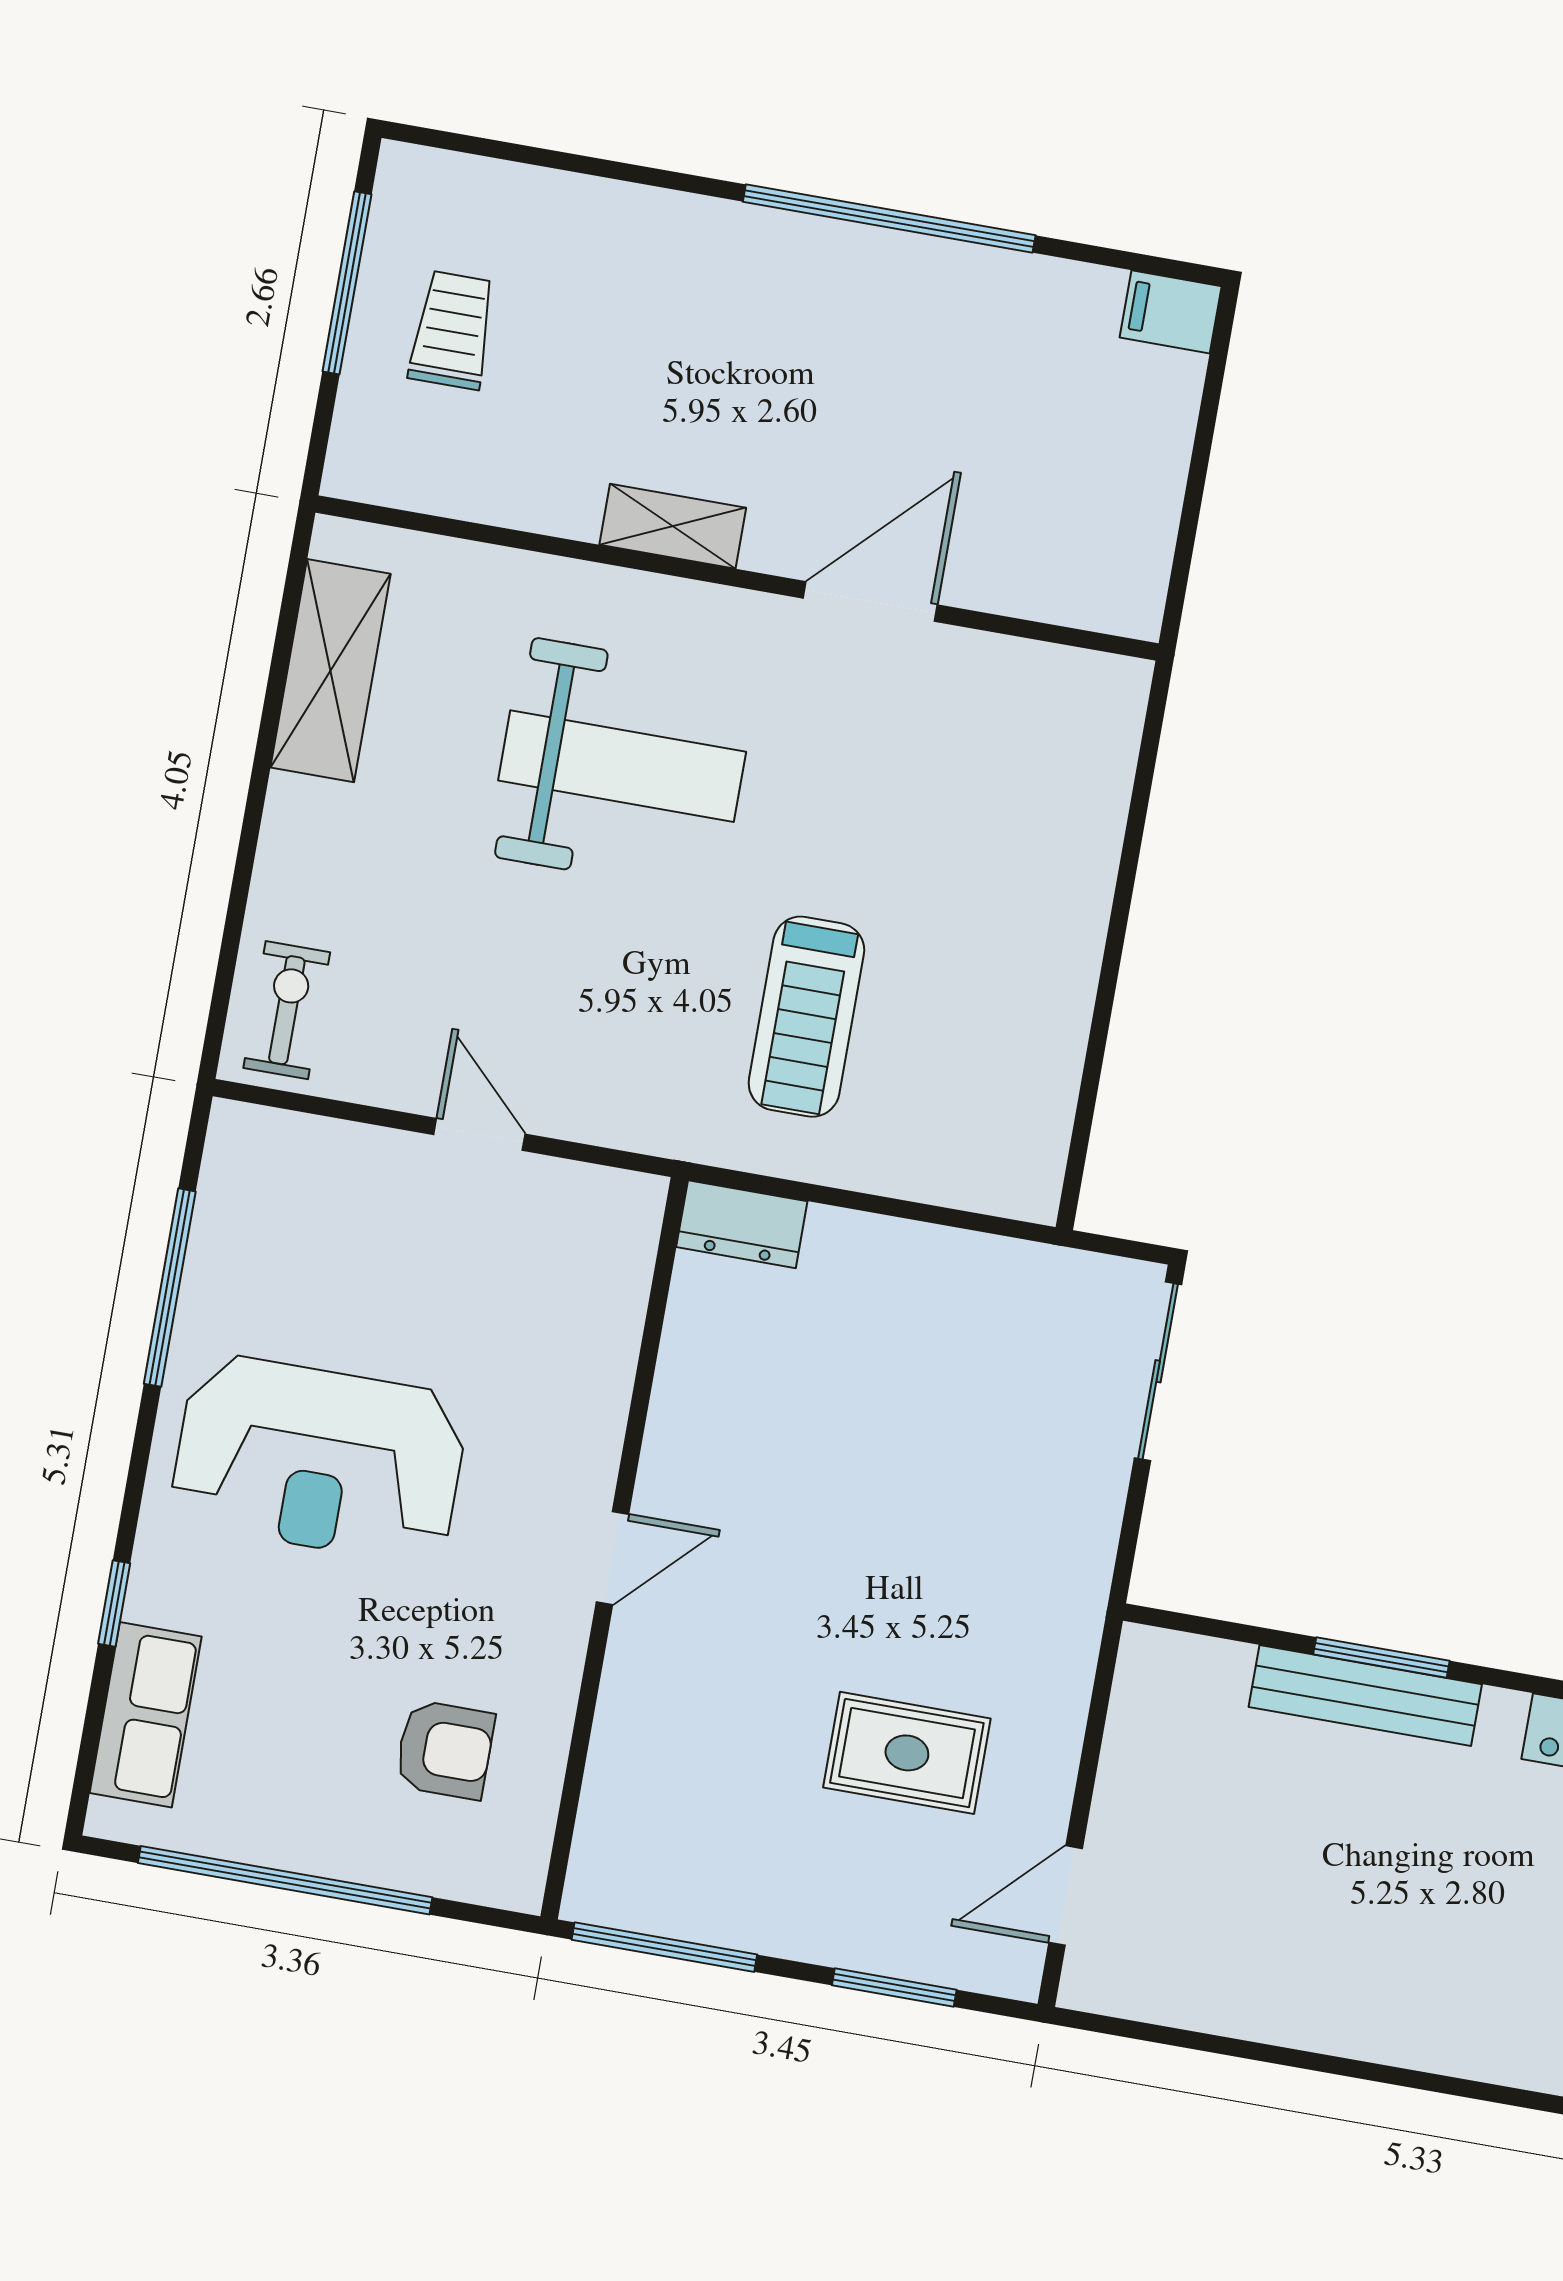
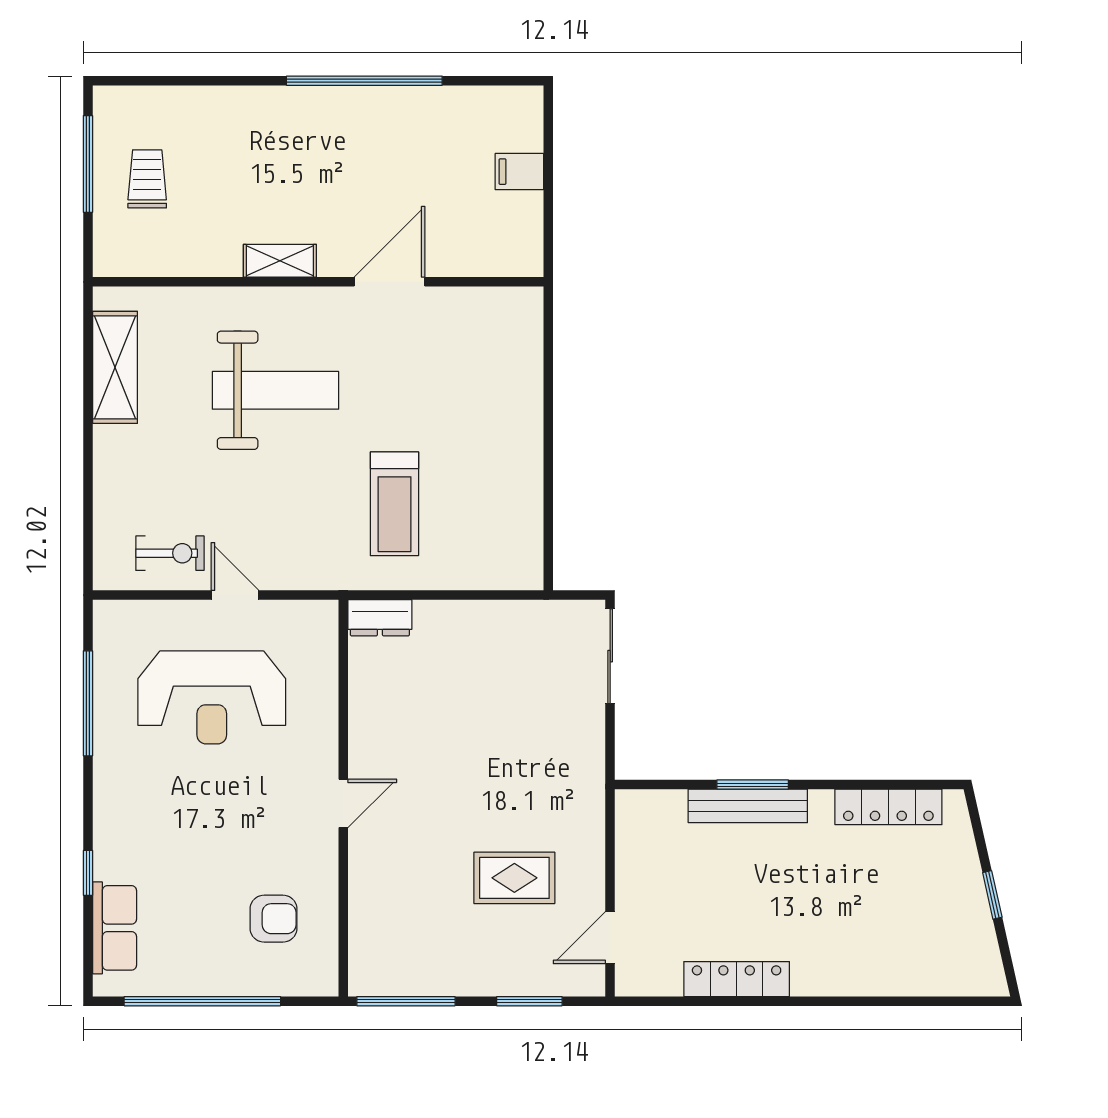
filing cabinet: (1171, 312) -> (519, 172), moved
exercise bike: (287, 1010) -> (170, 553), moved, turned 90
reception desk: (319, 1459) -> (212, 697), moved
locker: (1288, 2014) -> (737, 979), added

